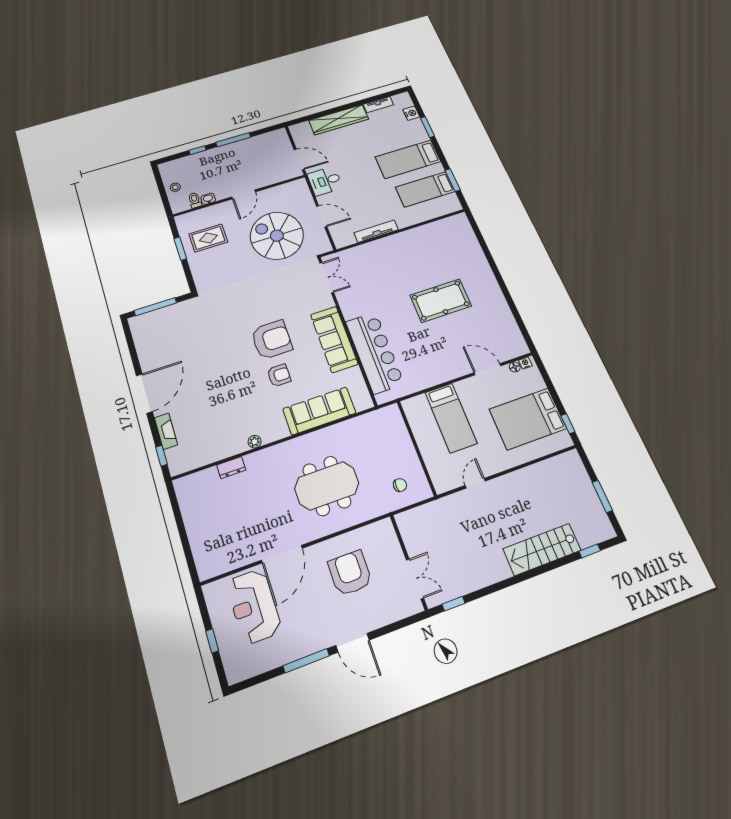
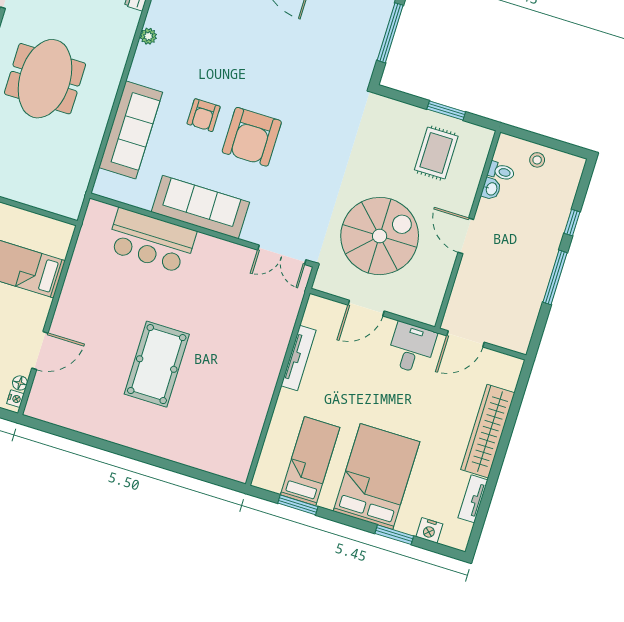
bed: (408, 159) -> (377, 476), width x1.50
bar counter: (375, 353) -> (151, 241), width x0.73

